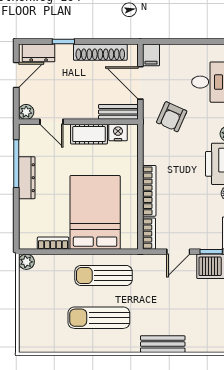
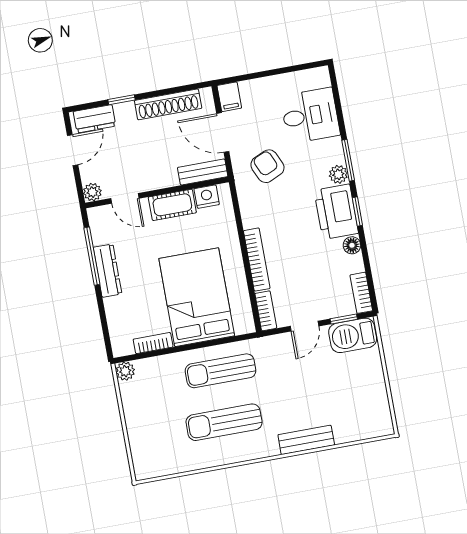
armchair: (172, 117) -> (267, 166), turned 132

